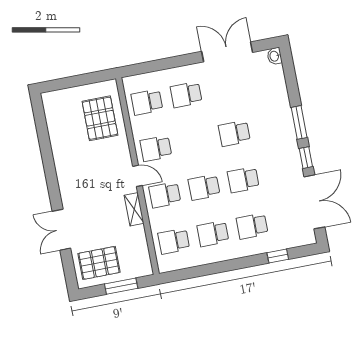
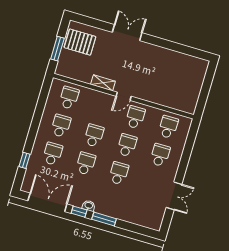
double door: (227, 52) -> (174, 196), width x0.73
washbasin: (275, 56) -> (89, 206), moved
pallet: (100, 118) -> (174, 91), removed
school desk: (165, 195) -> (127, 145), moved
double door: (314, 202) -> (47, 202), swing flipped
double door: (61, 230) -> (127, 33), moved
pallet: (99, 263) -> (80, 42), turned 90

